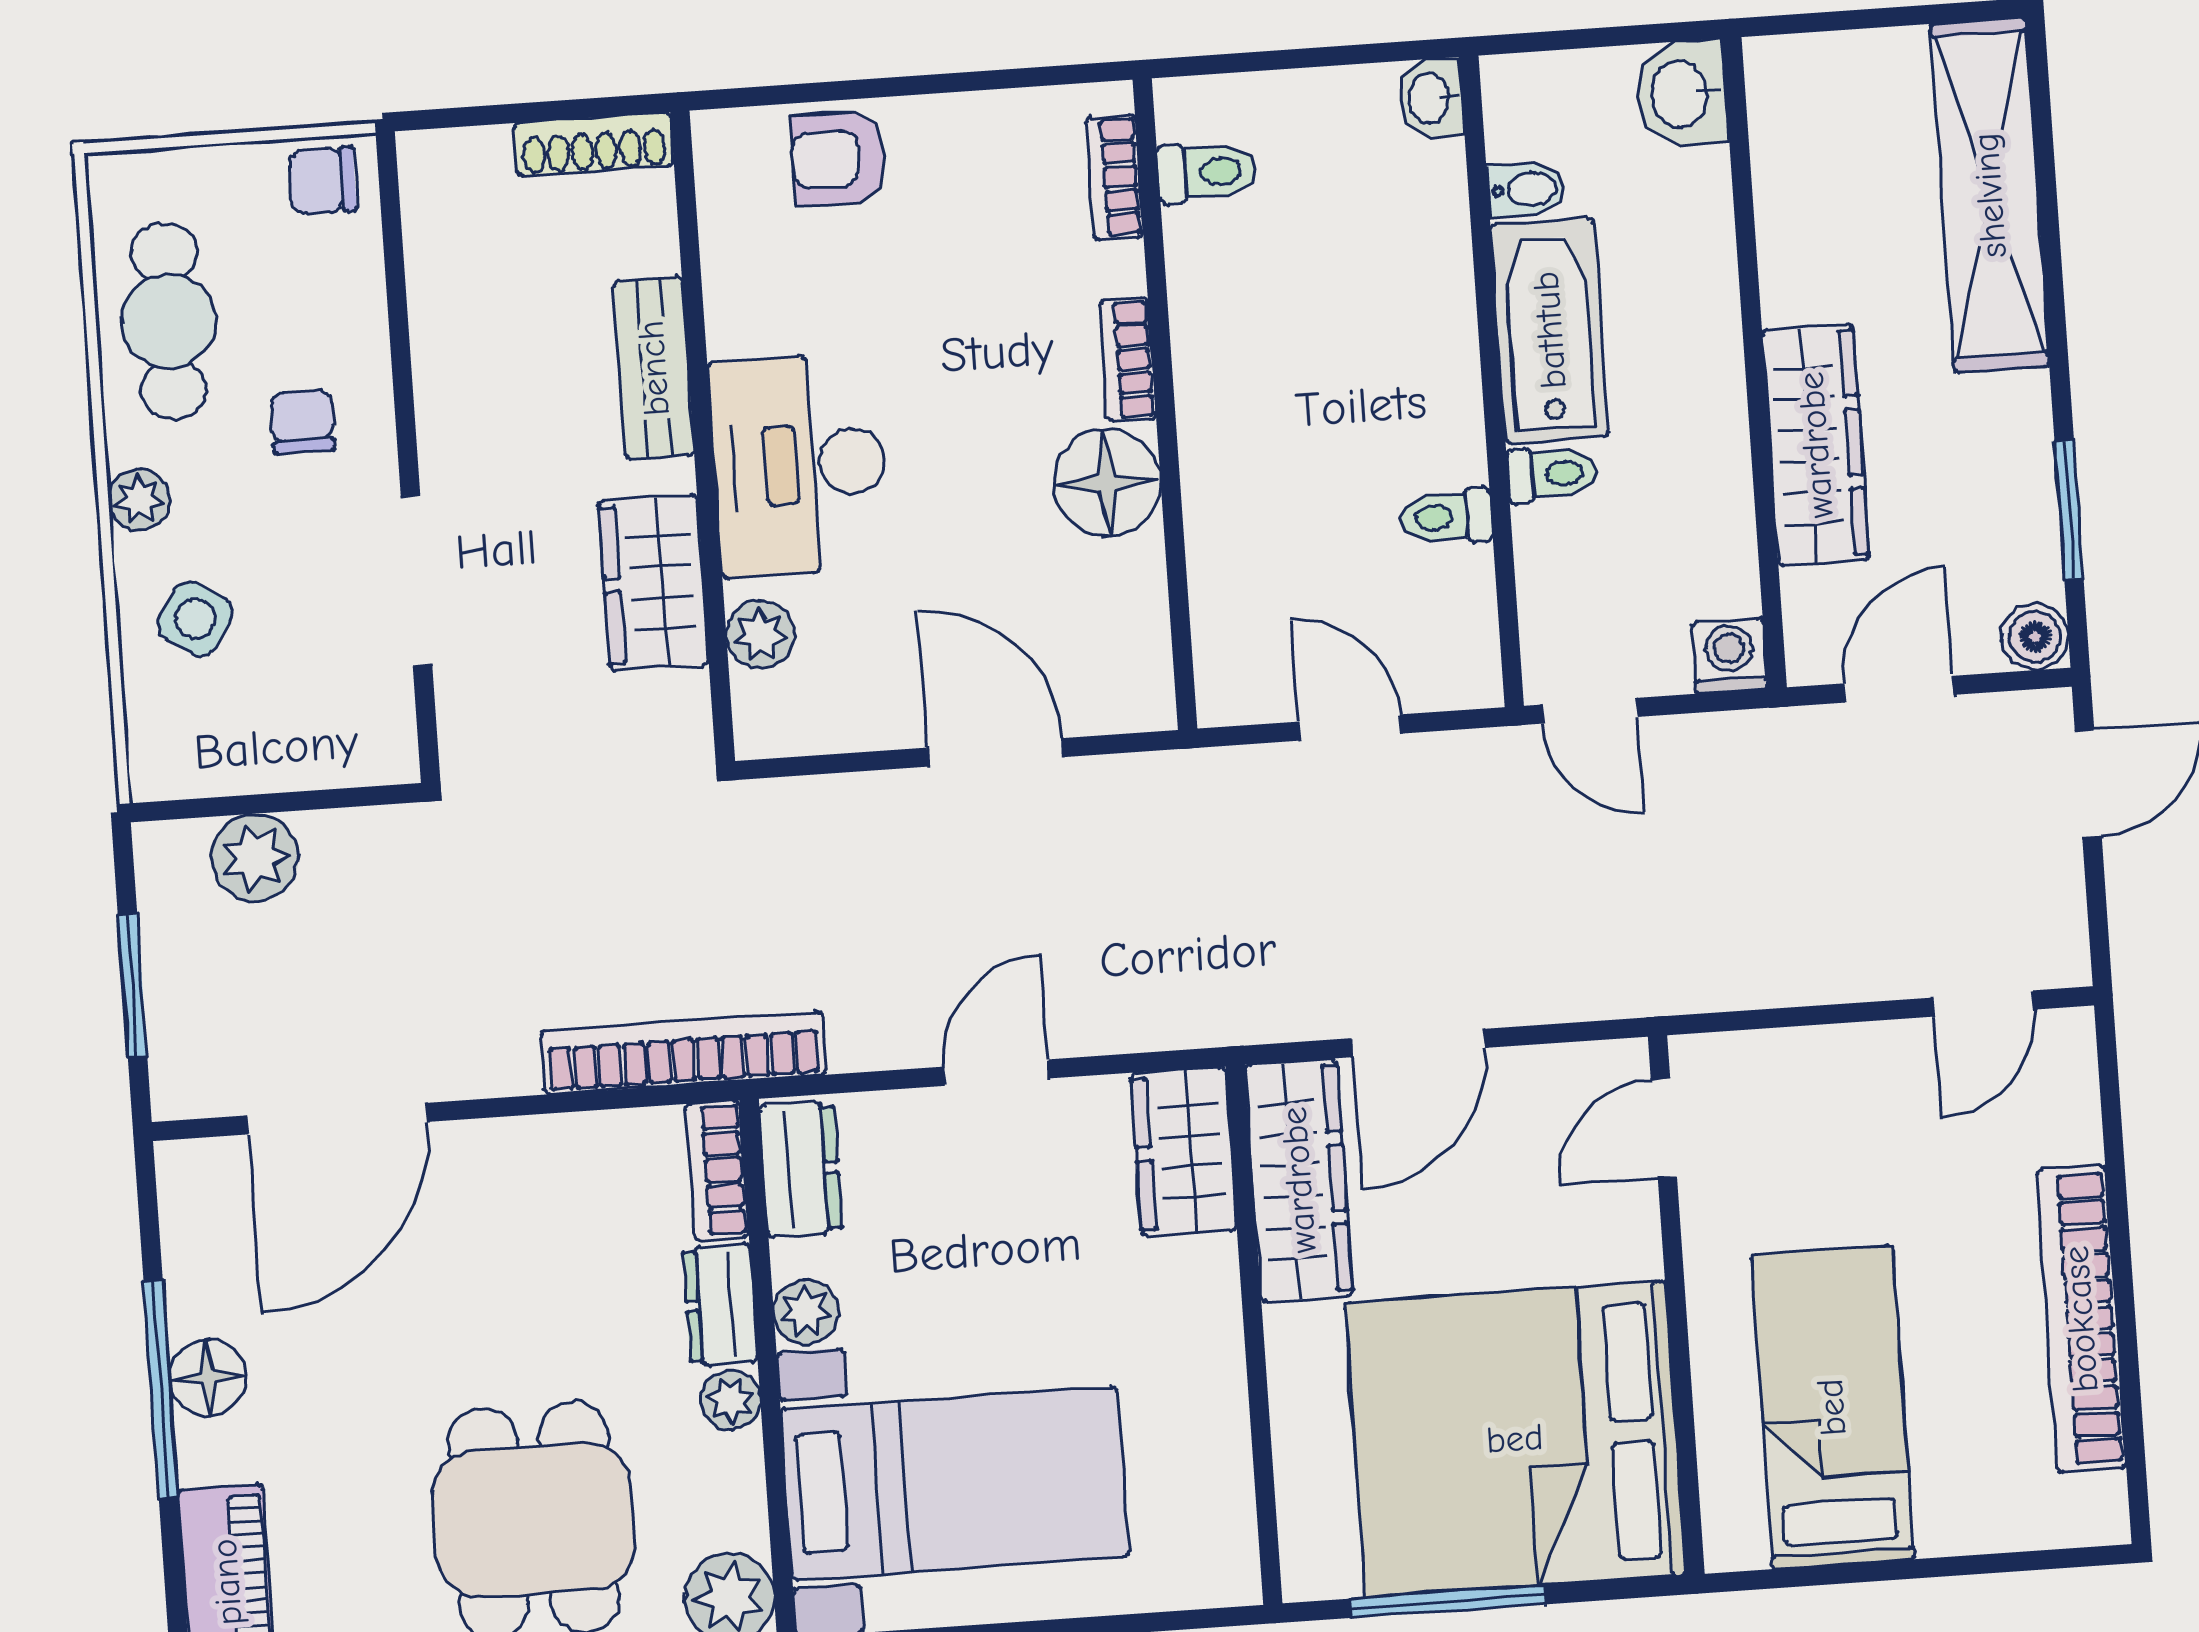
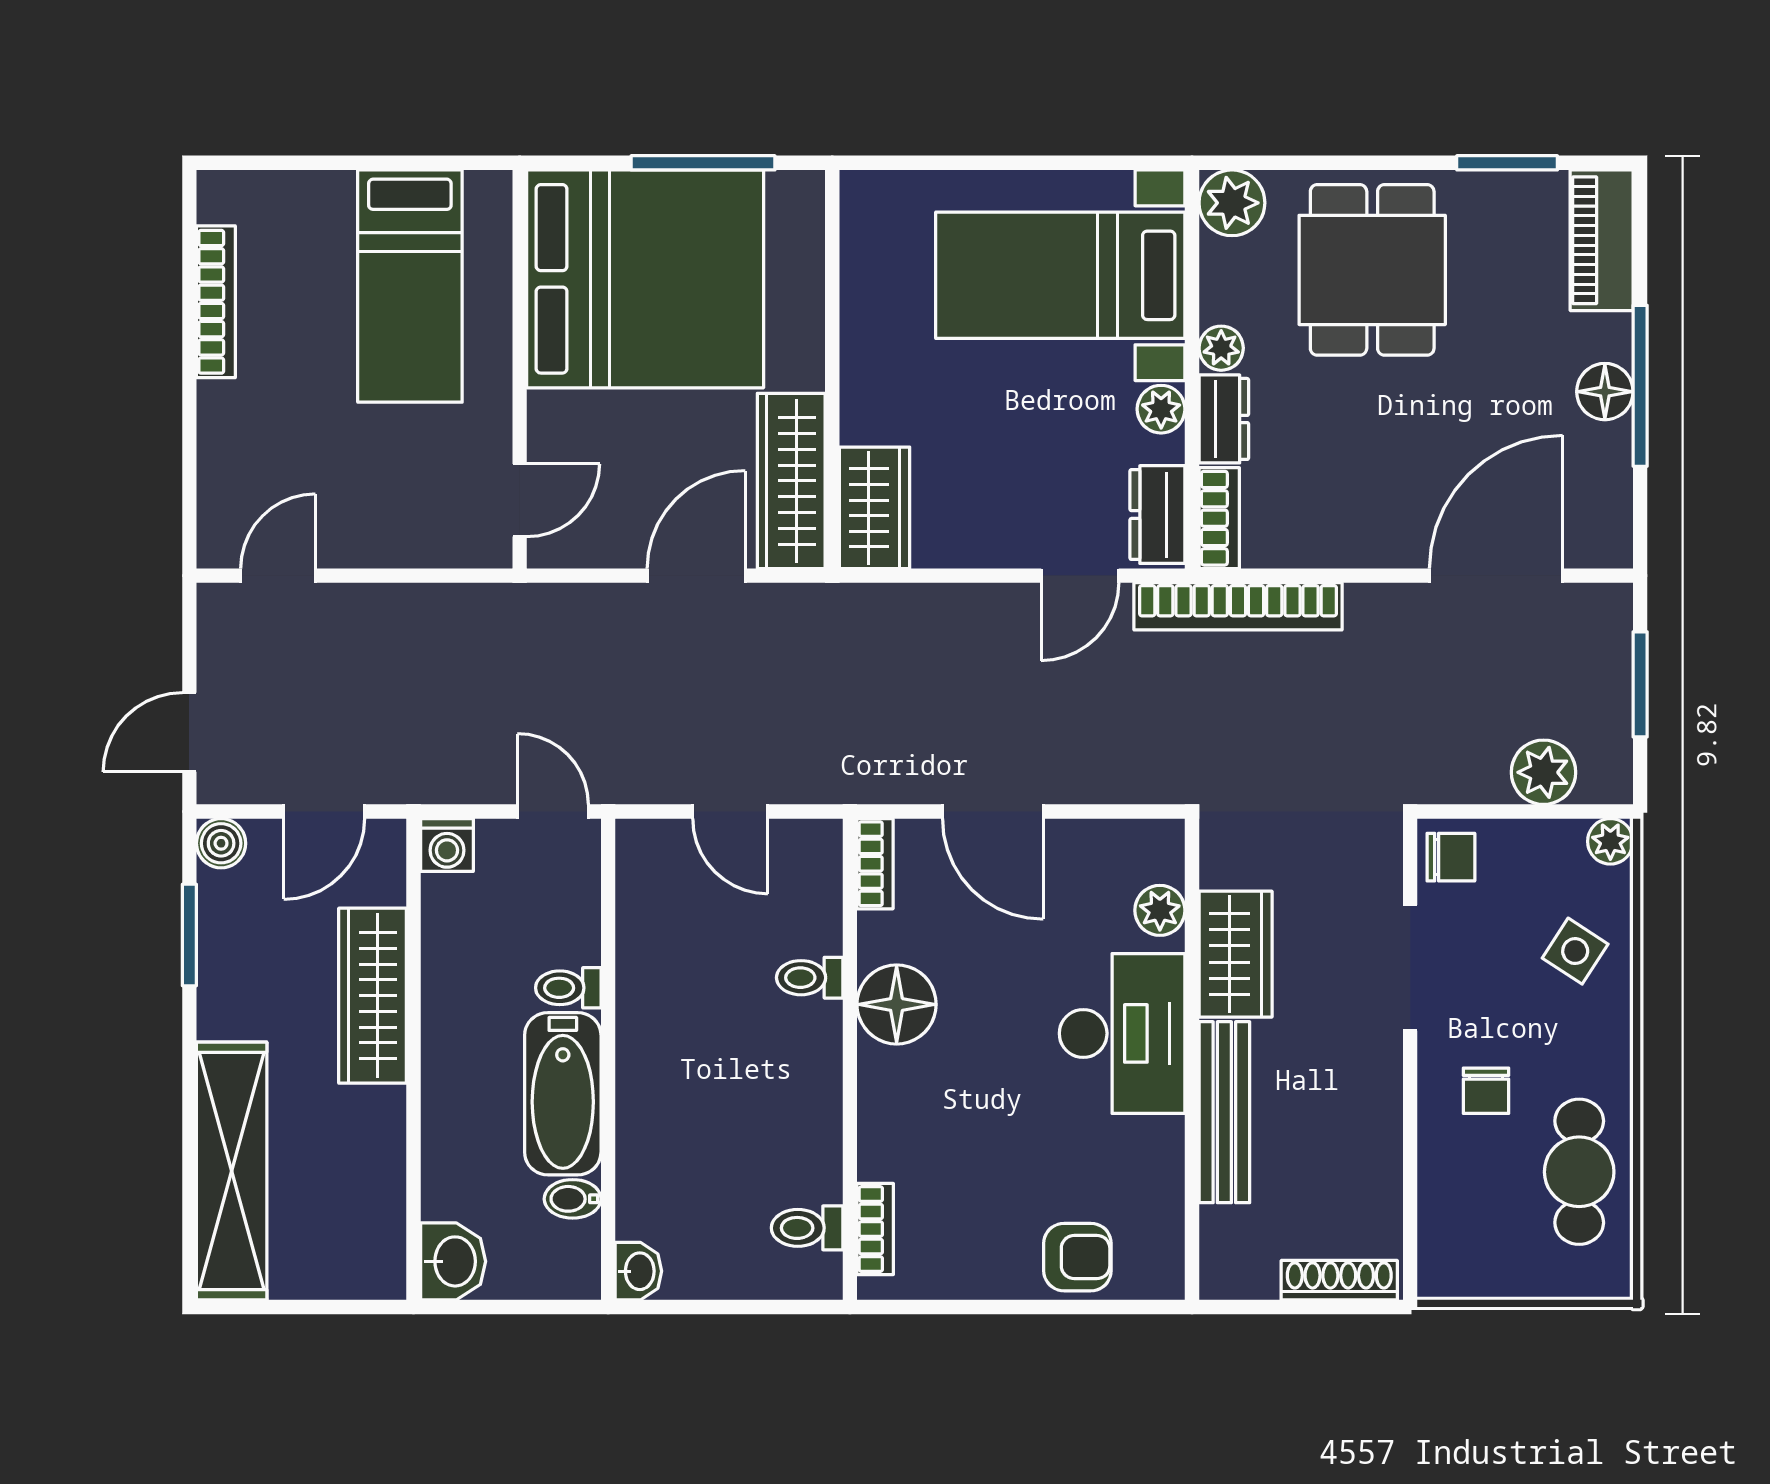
shoe rack: (594, 144) -> (1339, 1280), moved
chair: (322, 181) -> (1451, 857), moved
bookcase: (1128, 360) -> (875, 864), moved
bench: (654, 368) -> (1224, 1112), width x1.36
plant: (139, 500) -> (1610, 841), moved
toilet: (1446, 517) -> (810, 978), moved, turned 180
door: (997, 1073) -> (1080, 576), moved
bookcase: (2081, 1319) -> (216, 302), width x0.68, depth x0.76

